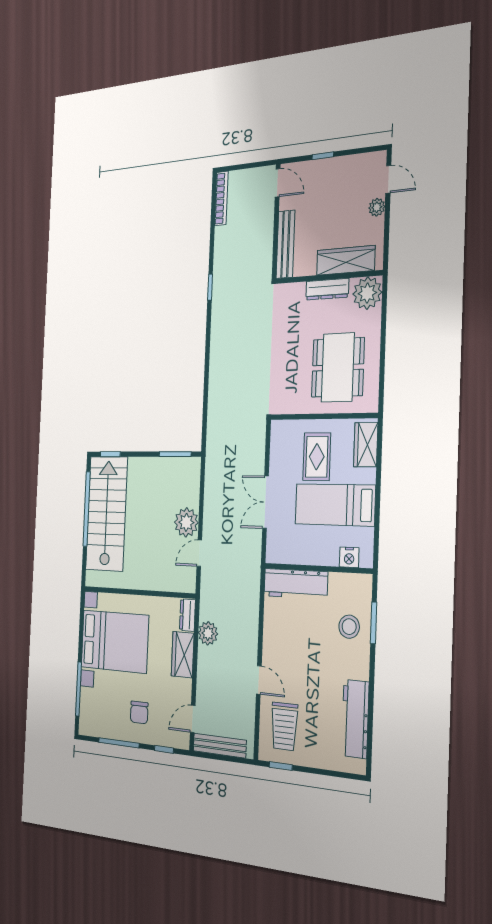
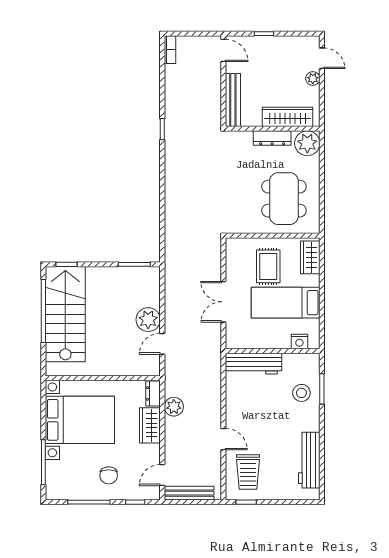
bookcase: (221, 198) -> (170, 50), width x0.64

